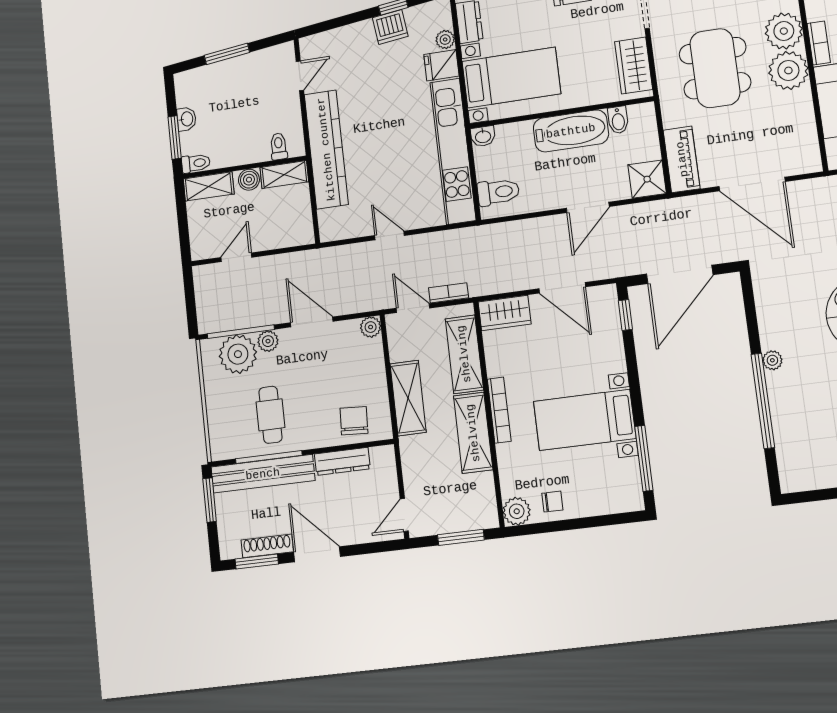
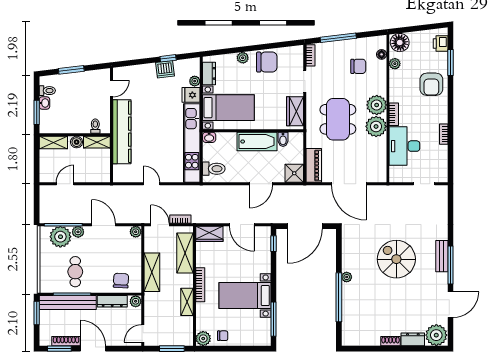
toilet: (196, 163) -> (47, 91), moved
shelving: (473, 433) -> (187, 302), width x0.67, depth x0.75
plant: (385, 456) -> (136, 301), added

